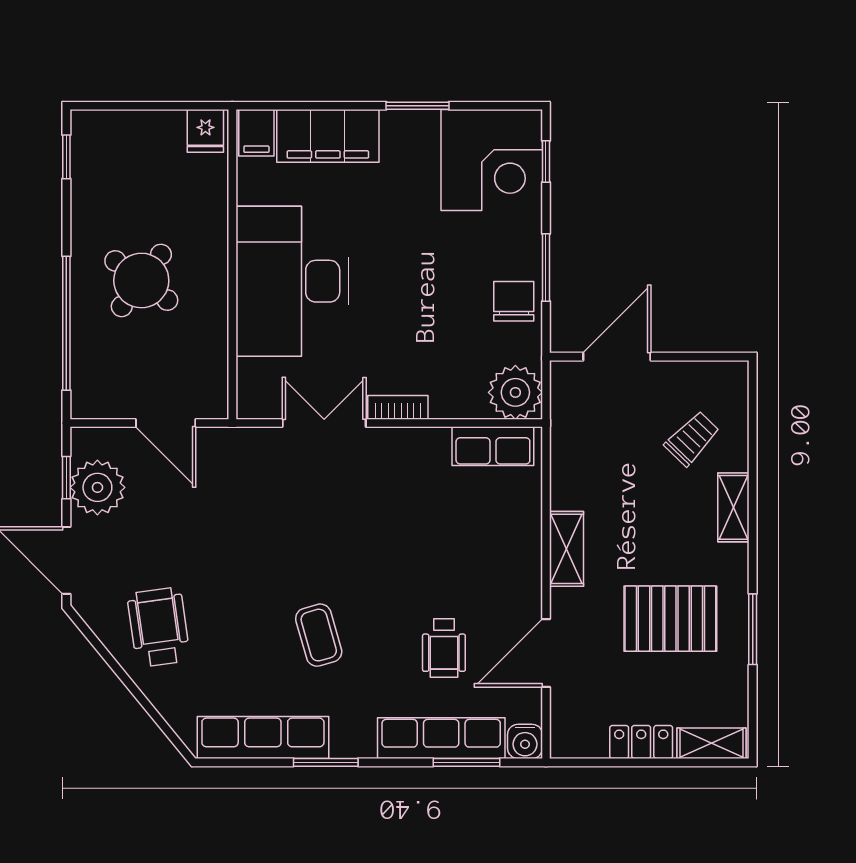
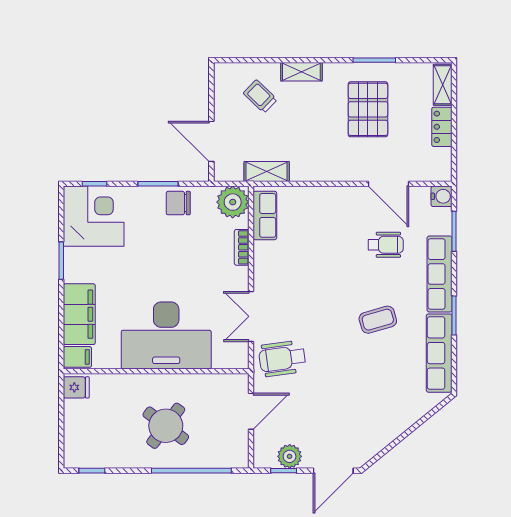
bookcase: (398, 407) -> (242, 247), moved
plant: (97, 487) -> (290, 456), width x0.73, depth x0.73
shelving: (567, 549) -> (267, 171), moved
wheelchair: (159, 627) -> (282, 358), moved
row of seats: (441, 738) -> (439, 274), moved

